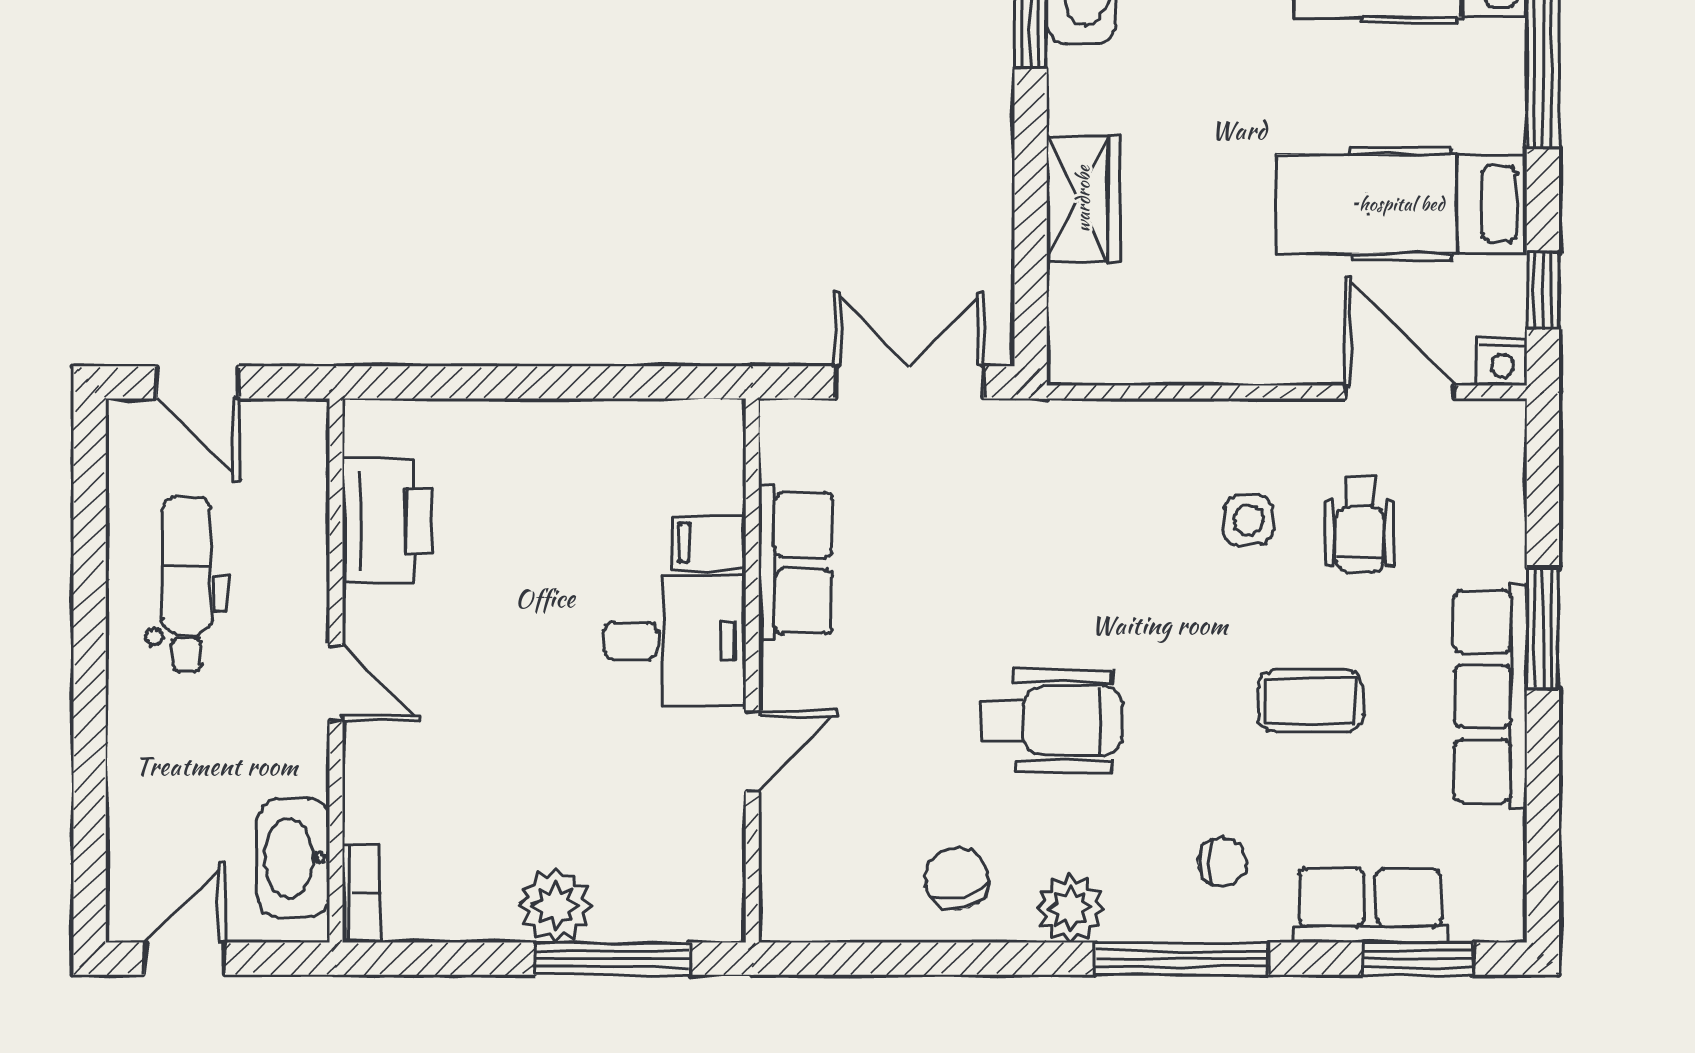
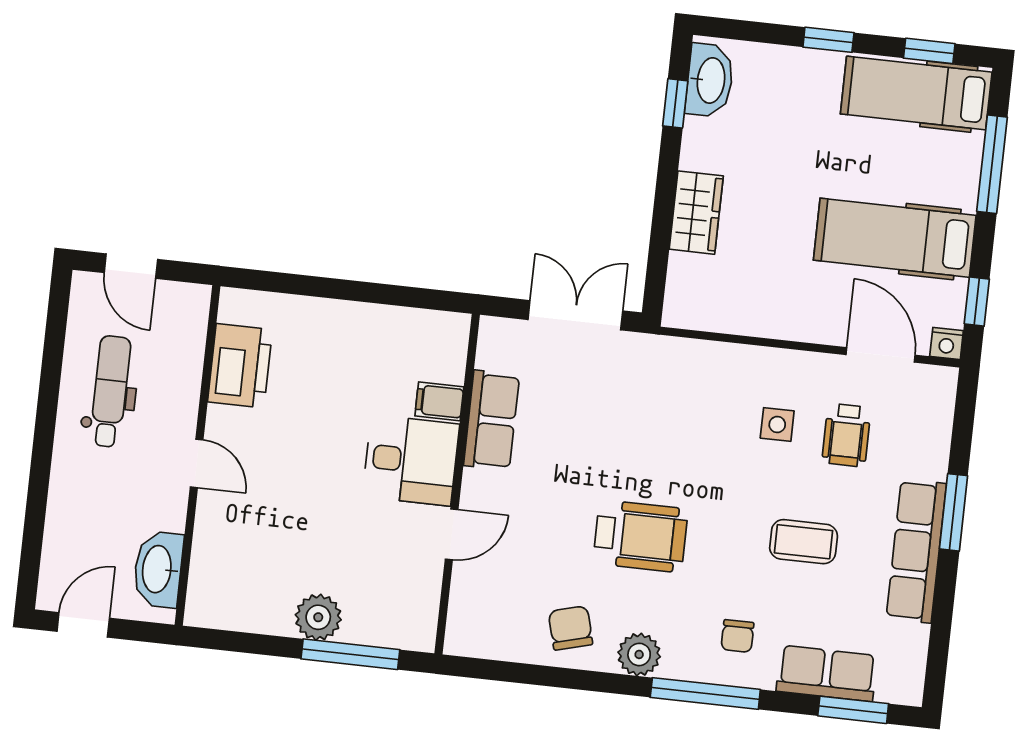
chair: (1223, 862) -> (738, 636), turned 90
bookcase: (362, 893) -> (198, 596), removed

